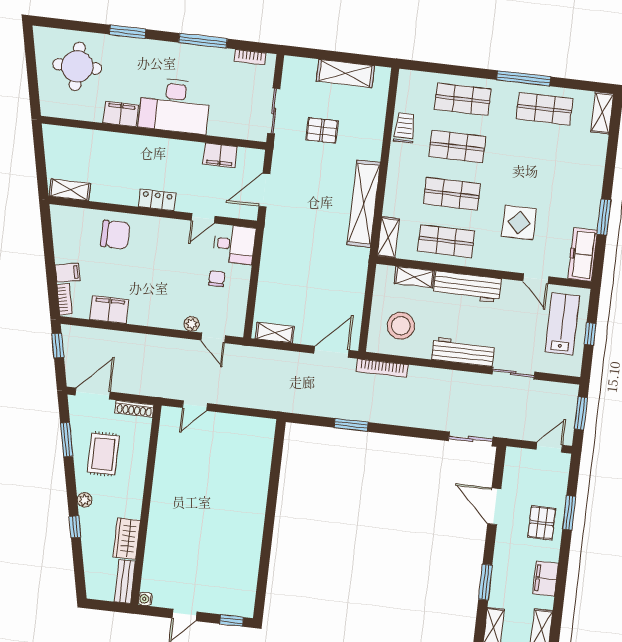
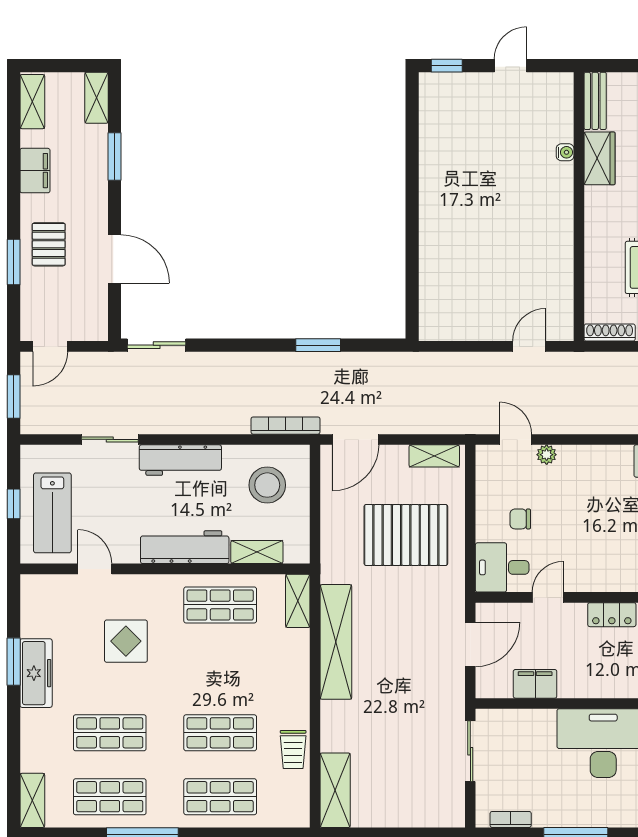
shelving: (345, 73) -> (335, 790), moved, turned 90
pallet: (322, 130) -> (406, 535), moved, width x2.05, depth x2.00
shop shelf: (452, 194) -> (110, 733), moved
freezer: (583, 254) -> (36, 673), moved
chair: (217, 279) -> (520, 519), turned 90
water cooler: (145, 599) -> (565, 152), moved

